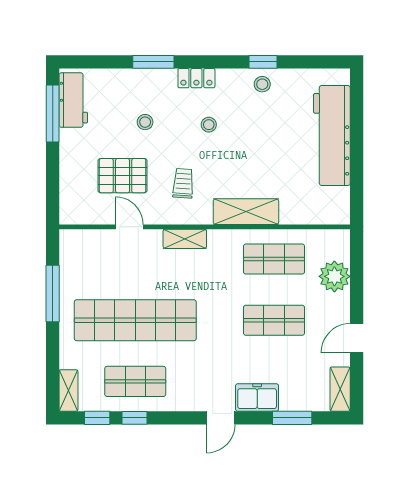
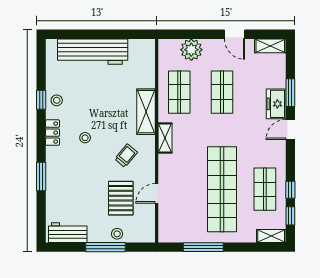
locker: (196, 78) -> (53, 133), moved
window: (53, 114) -> (106, 247), moved
stool: (145, 122) -> (117, 234), moved
trolley: (183, 183) -> (126, 156), turned 126
shelving: (185, 239) -> (165, 138), moved
door: (221, 418) -> (290, 129), swing flipped
window: (292, 418) -> (290, 93), moved

